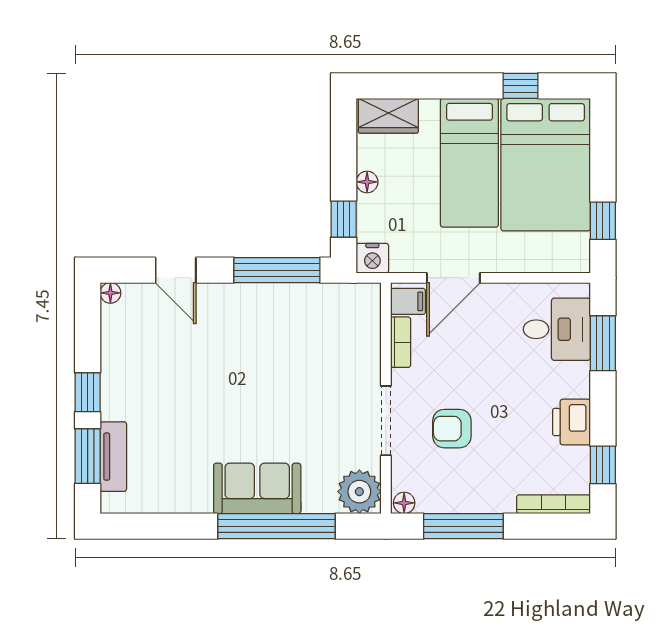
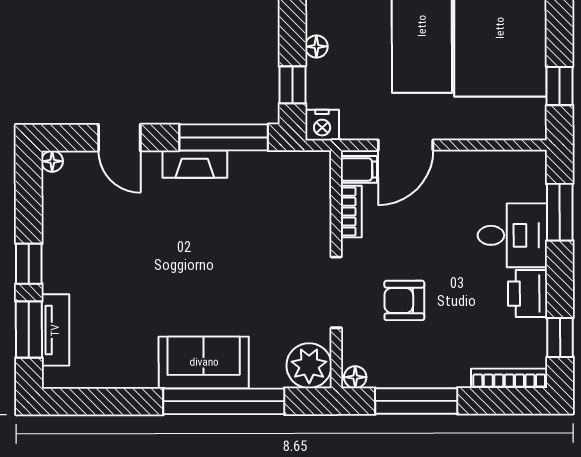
fireplace: (249, 296) -> (195, 164), added
desk: (557, 329) -> (512, 235), moved

